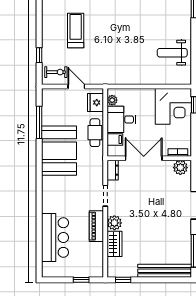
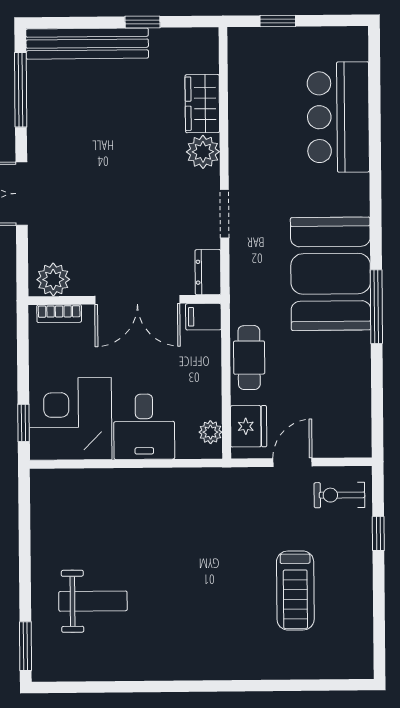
weight bench: (172, 53) -> (93, 601), moved
door: (76, 87) -> (293, 462), swing flipped
desk: (121, 119) -> (144, 427), moved, turned 90
window: (39, 122) -> (376, 307), moved
filing cabinet: (115, 140) -> (203, 317), moved
booth: (59, 151) -> (331, 274), moved
piano: (96, 226) -> (244, 144), removed
window: (123, 280) -> (142, 22), moved

